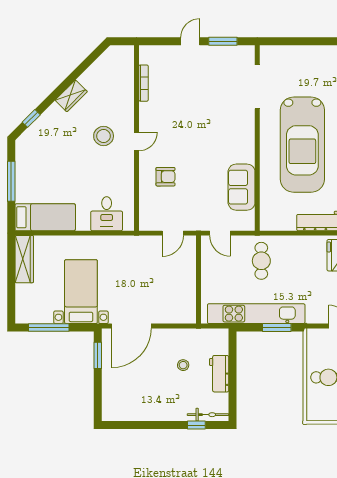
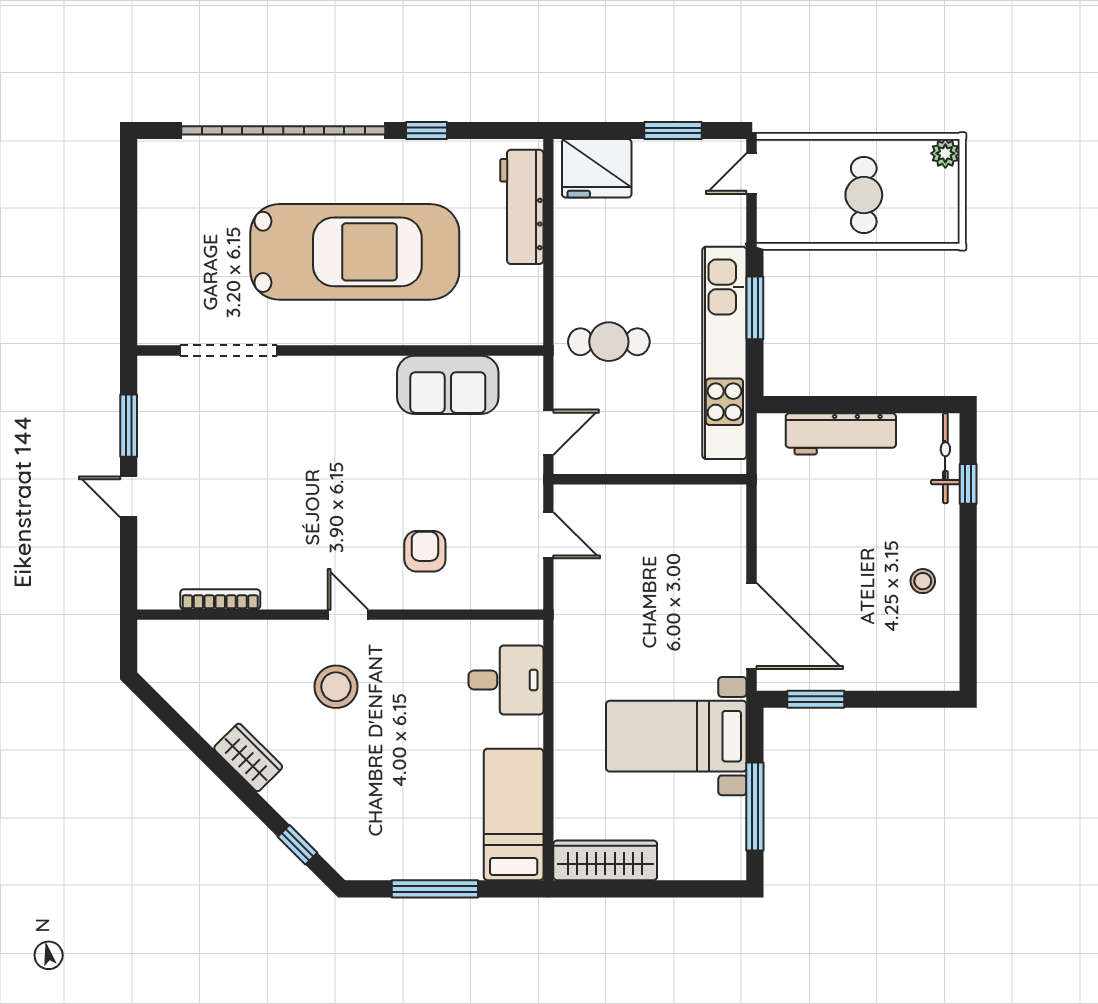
stool: (183, 365) -> (923, 581), moved
workbench: (219, 374) -> (841, 434), width x1.38

